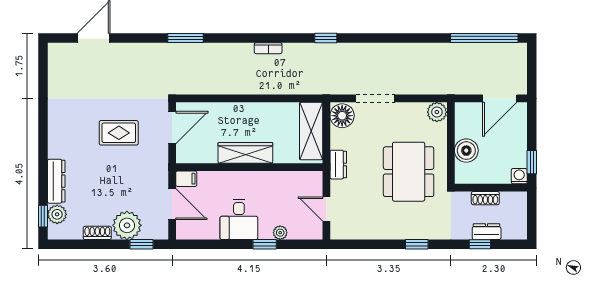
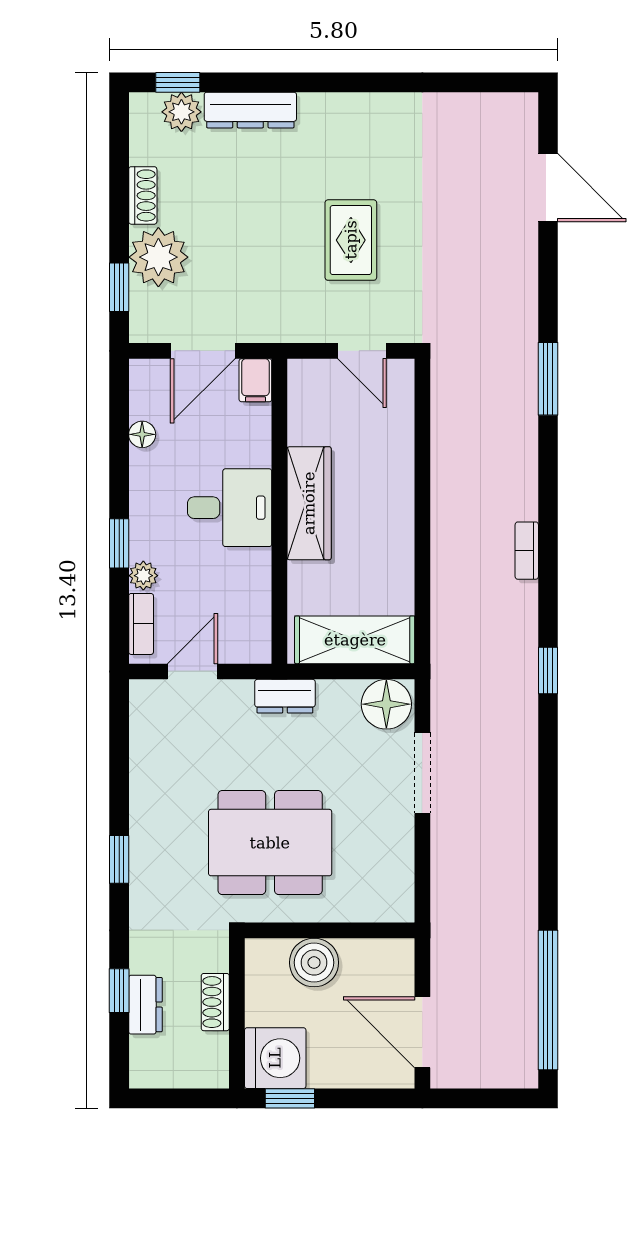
plant: (437, 112) -> (394, 901), removed
door: (172, 127) -> (362, 351), width x0.73
washing machine: (519, 176) -> (275, 1058), width x1.89, depth x1.89
desk: (239, 219) -> (230, 508), moved, turned 180
floor lamp: (212, 233) -> (142, 434), added
bookcase: (303, 234) -> (141, 624), added

